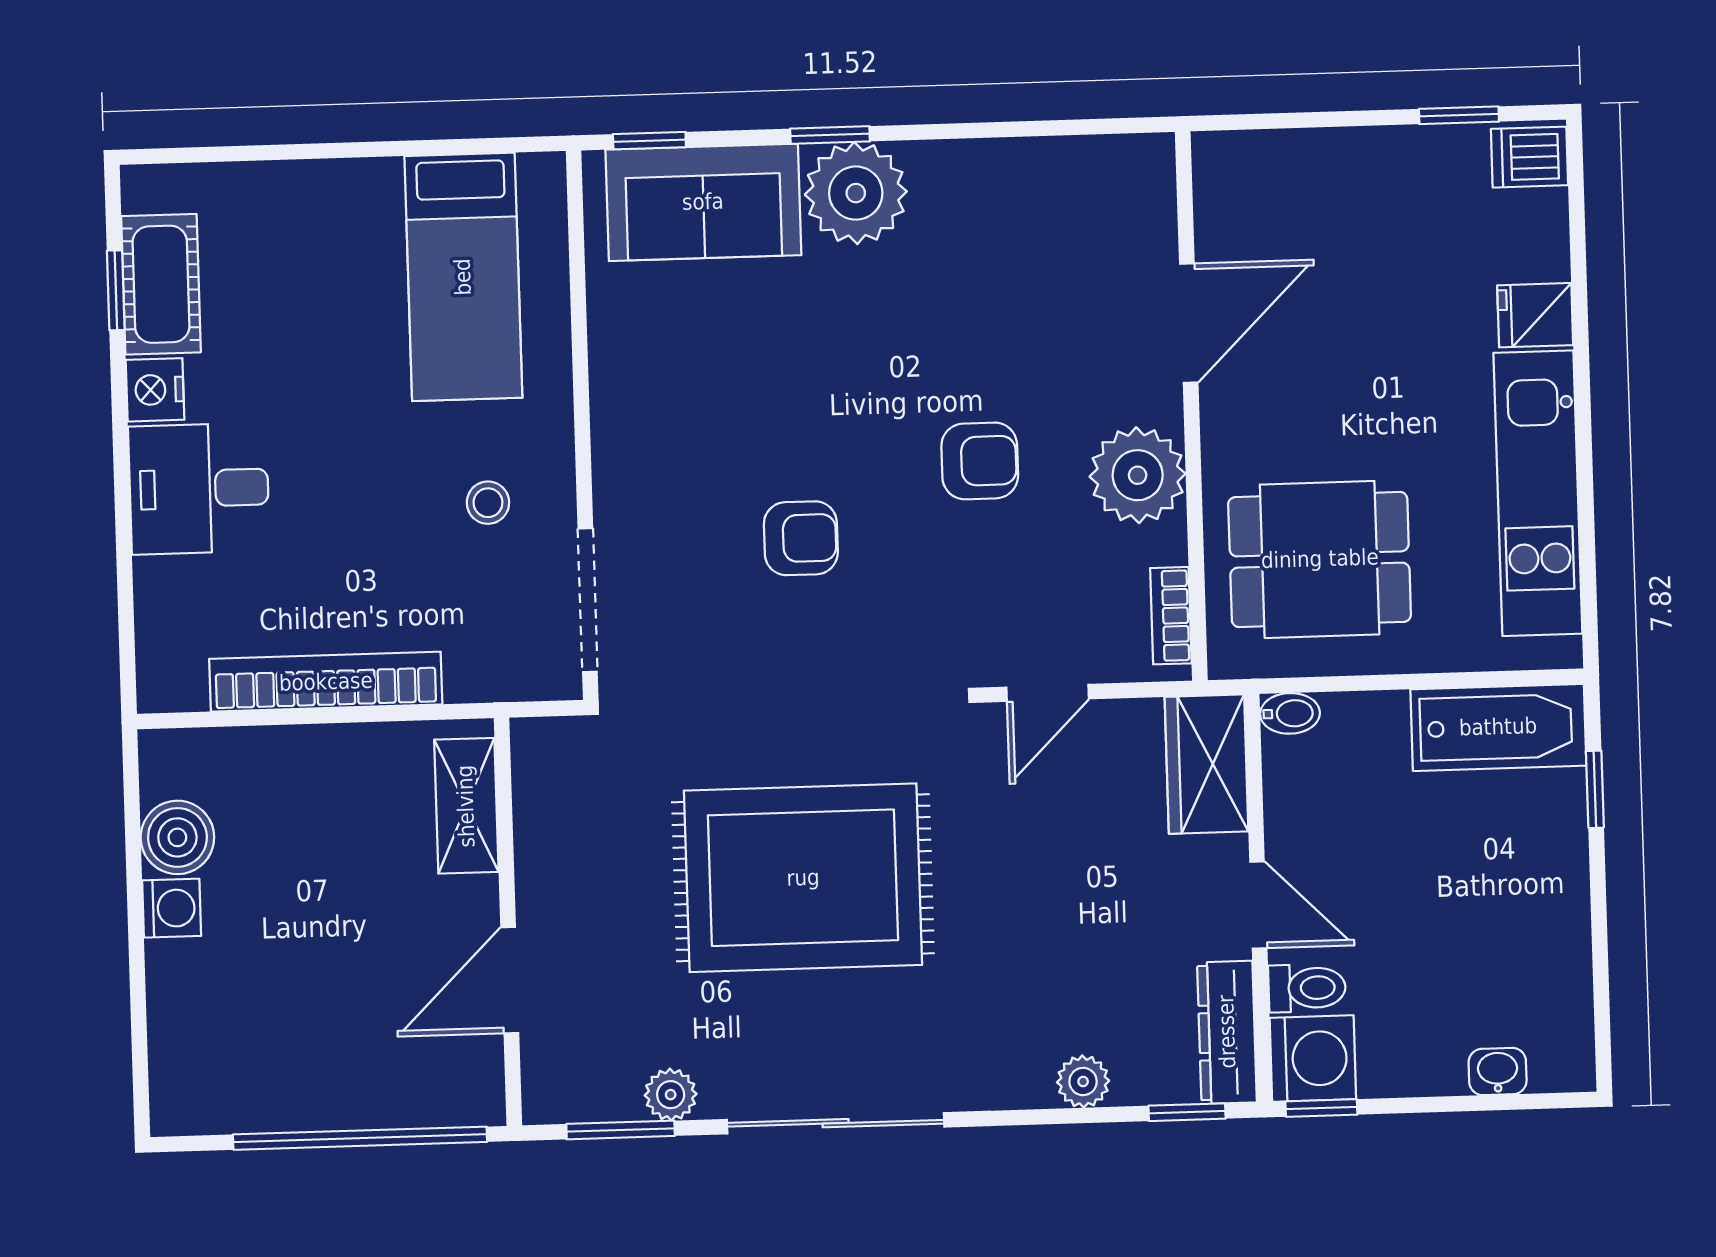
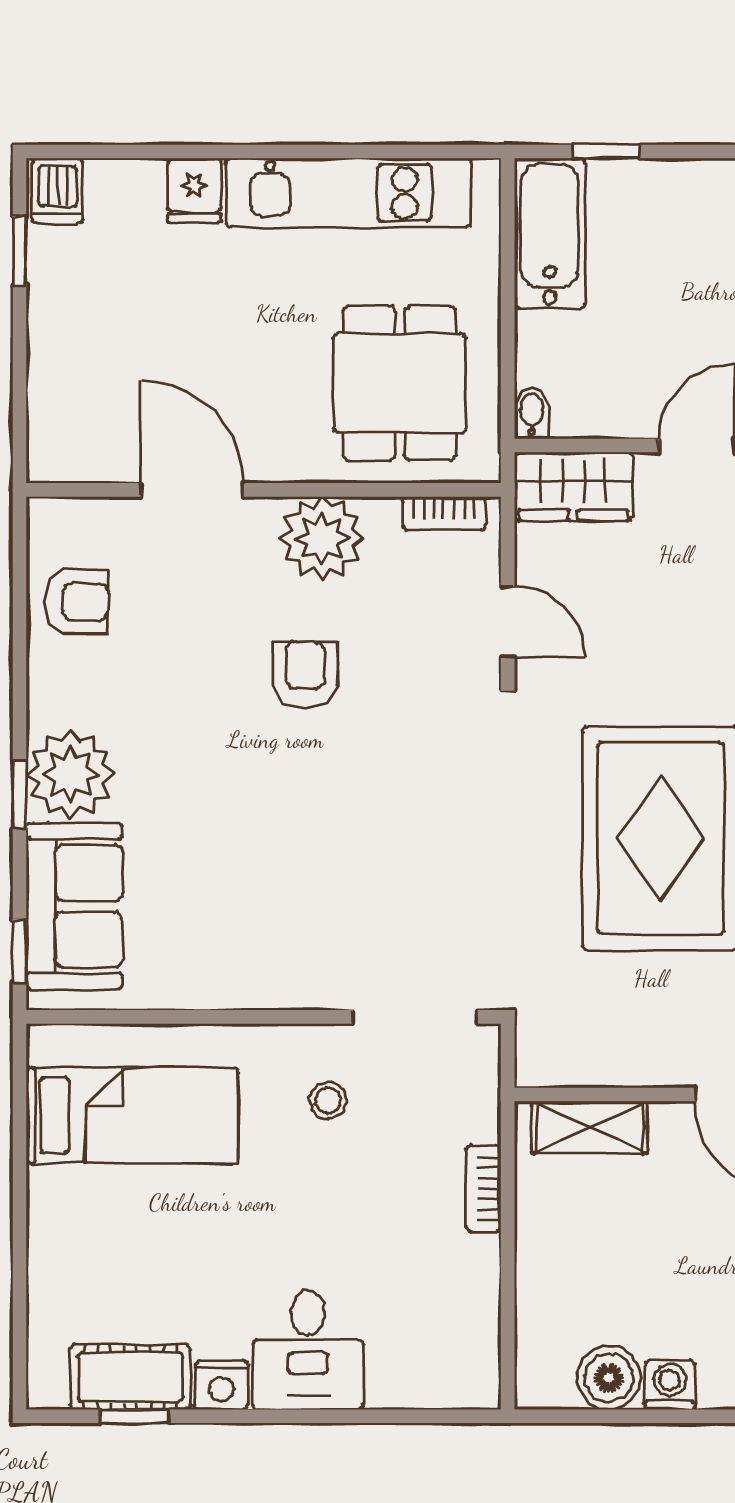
armchair: (801, 538) -> (76, 602), moved, turned 90
bookcase: (326, 682) -> (484, 1189), width x0.43, depth x0.76

